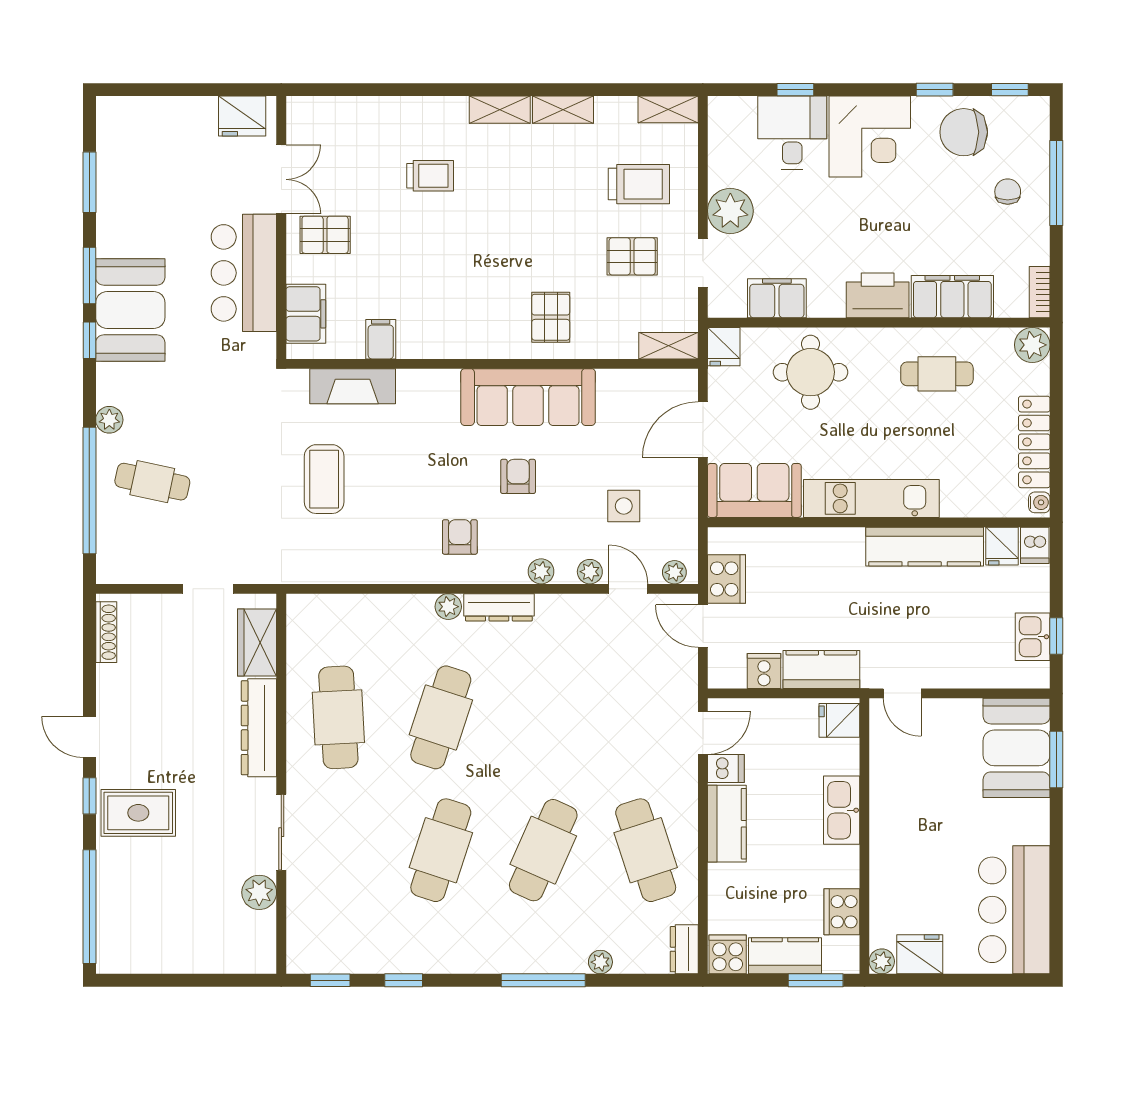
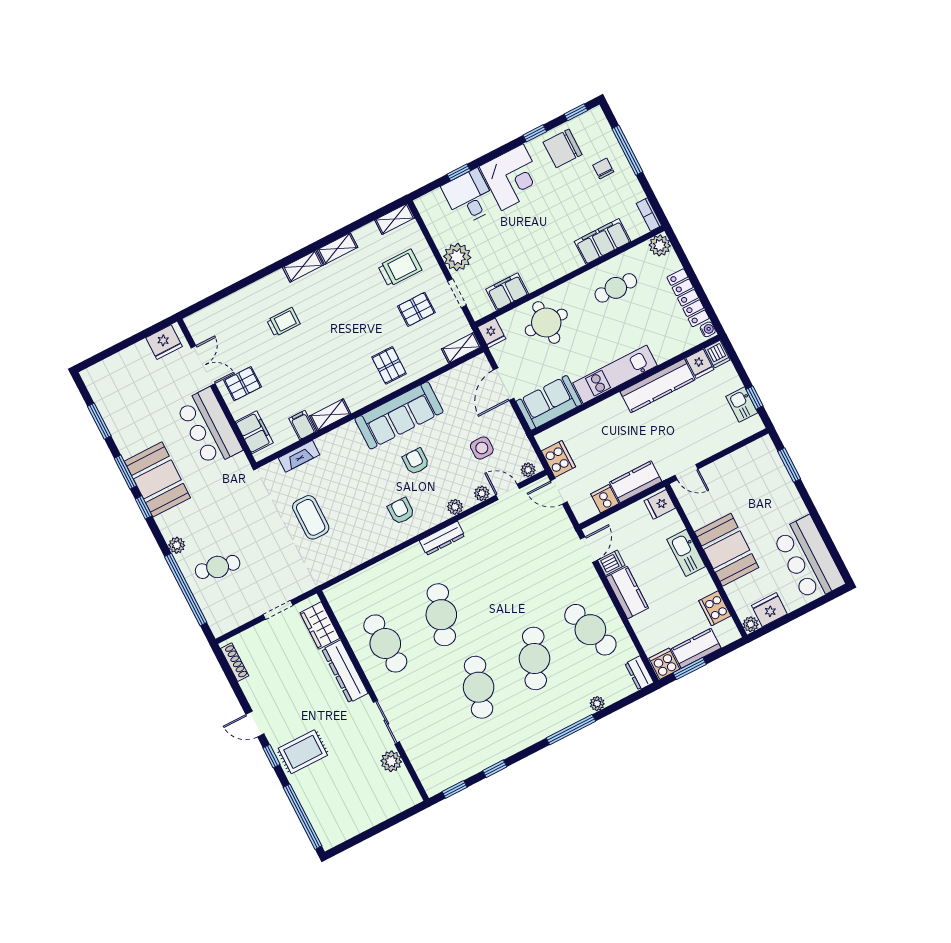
printer: (878, 295) -> (561, 262), removed
shelving: (429, 345) -> (330, 415), added
fireplace: (353, 386) -> (299, 456), width x0.73, depth x0.76
plant: (448, 607) -> (414, 552), removed
booth: (1017, 748) -> (727, 550), moved
window: (816, 980) -> (690, 669), moved

